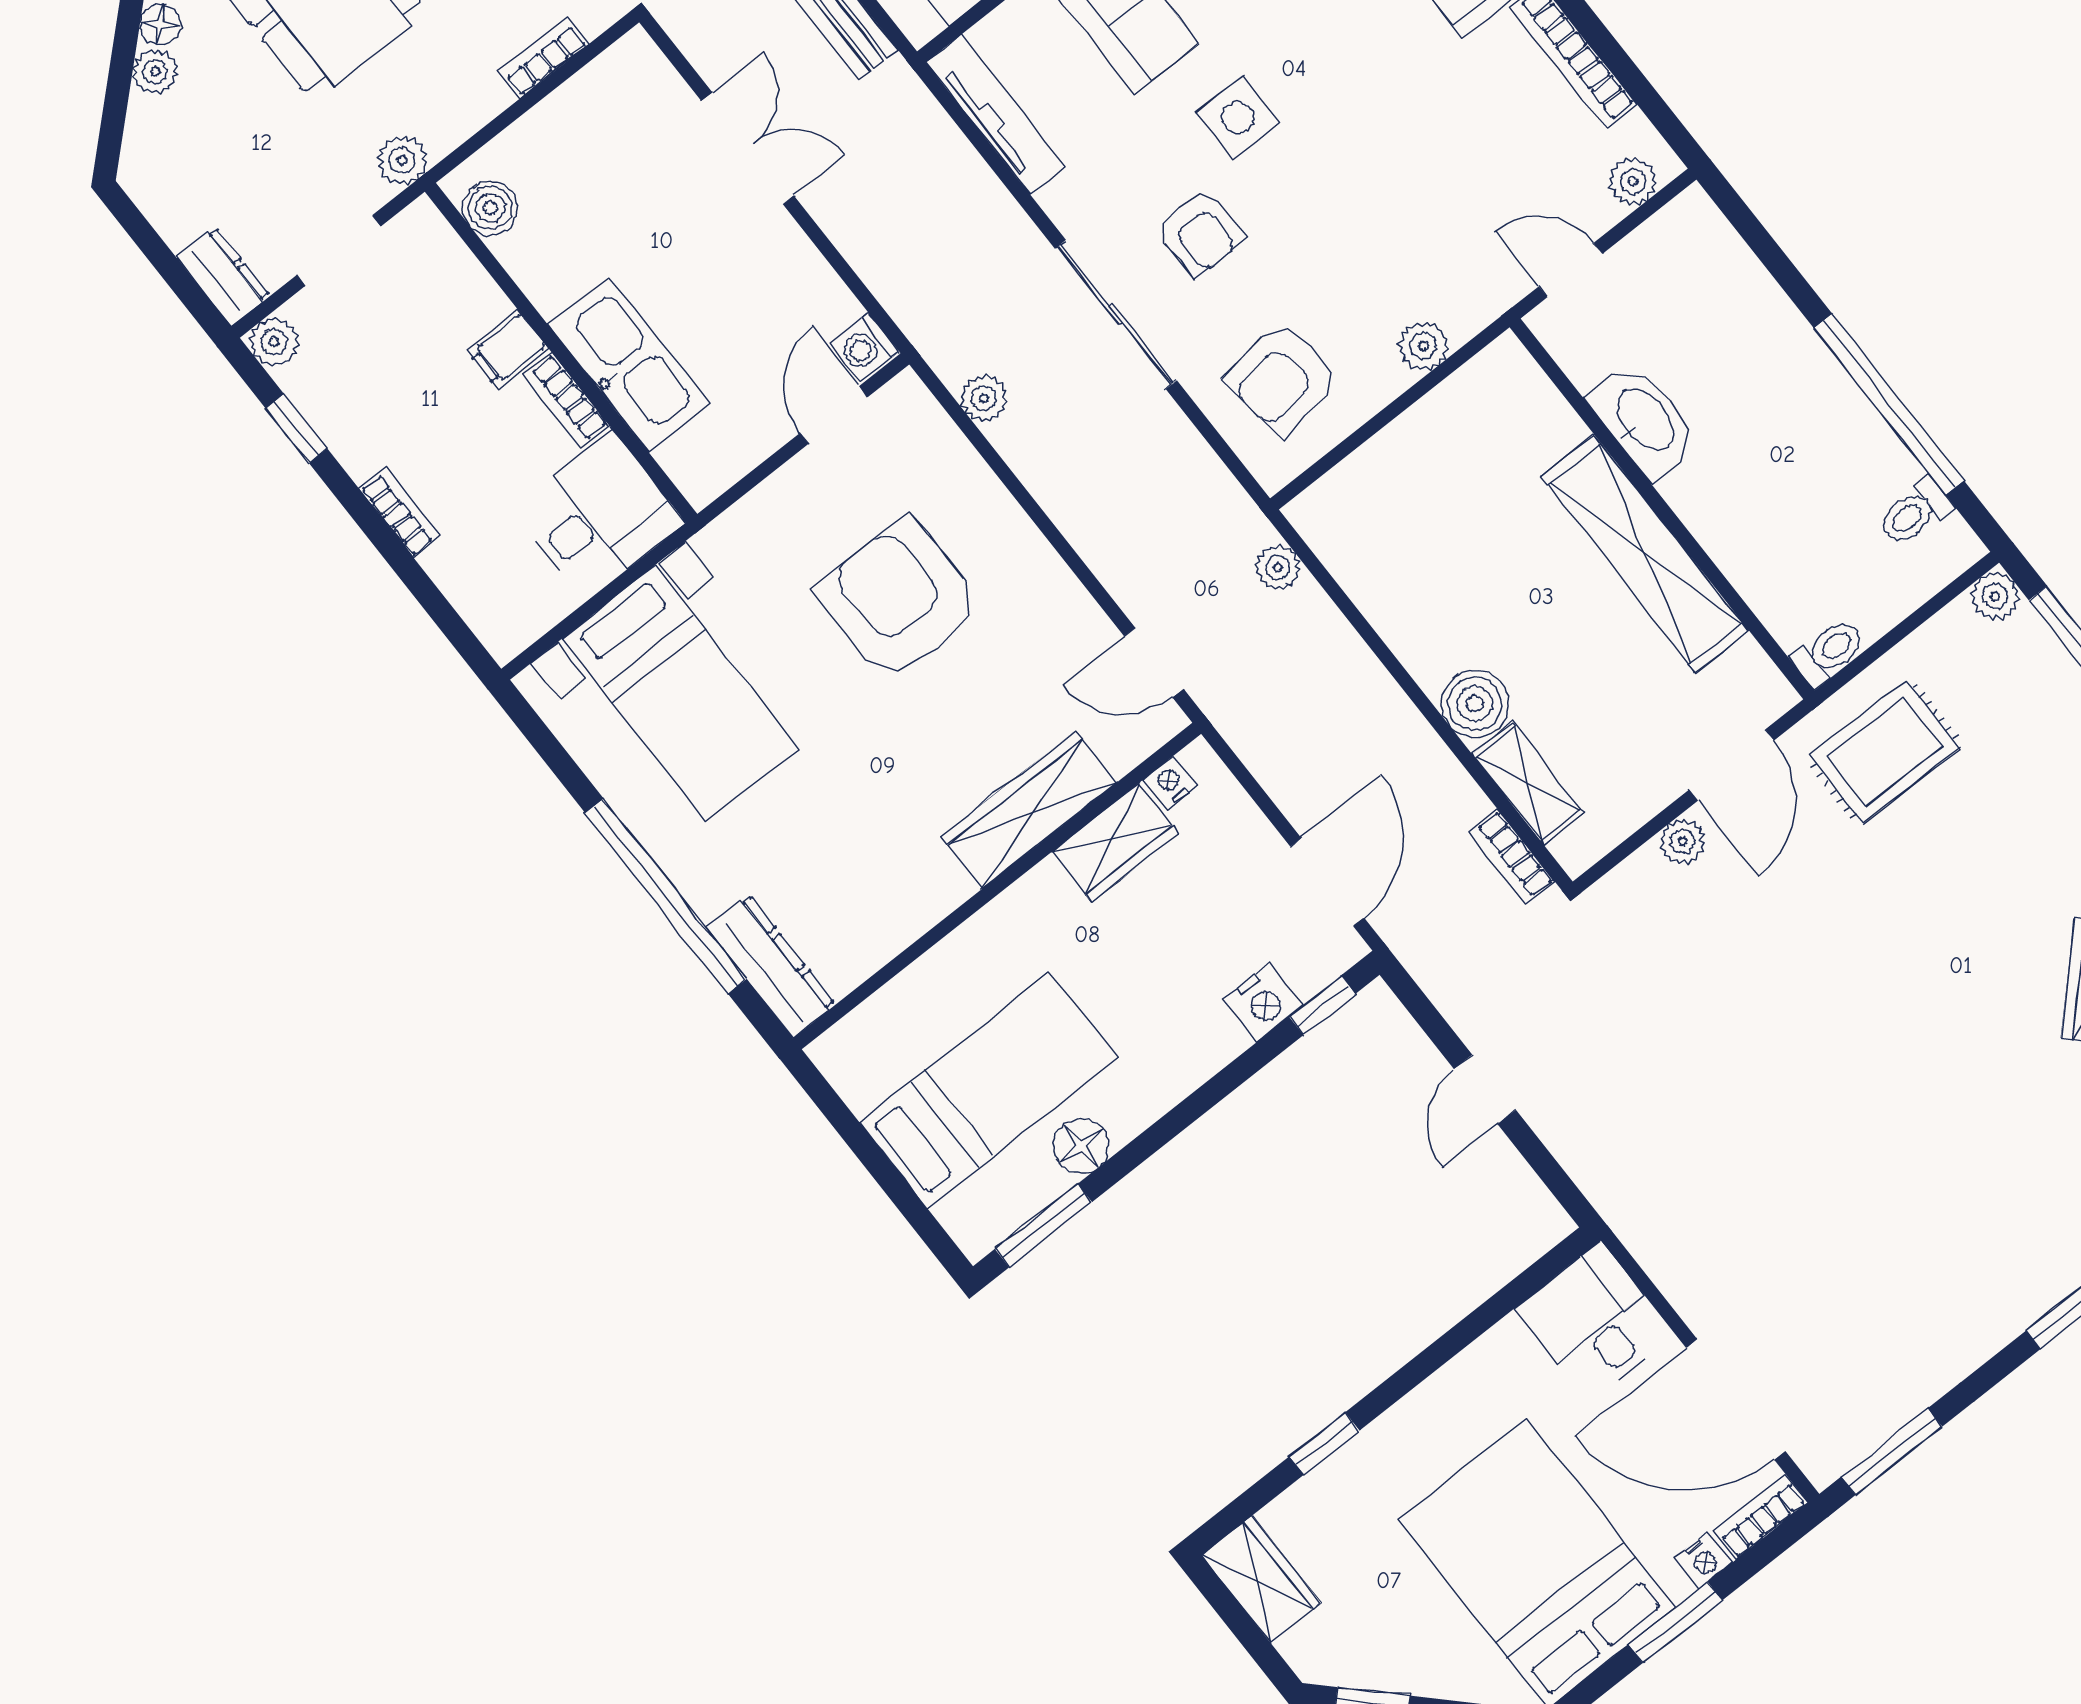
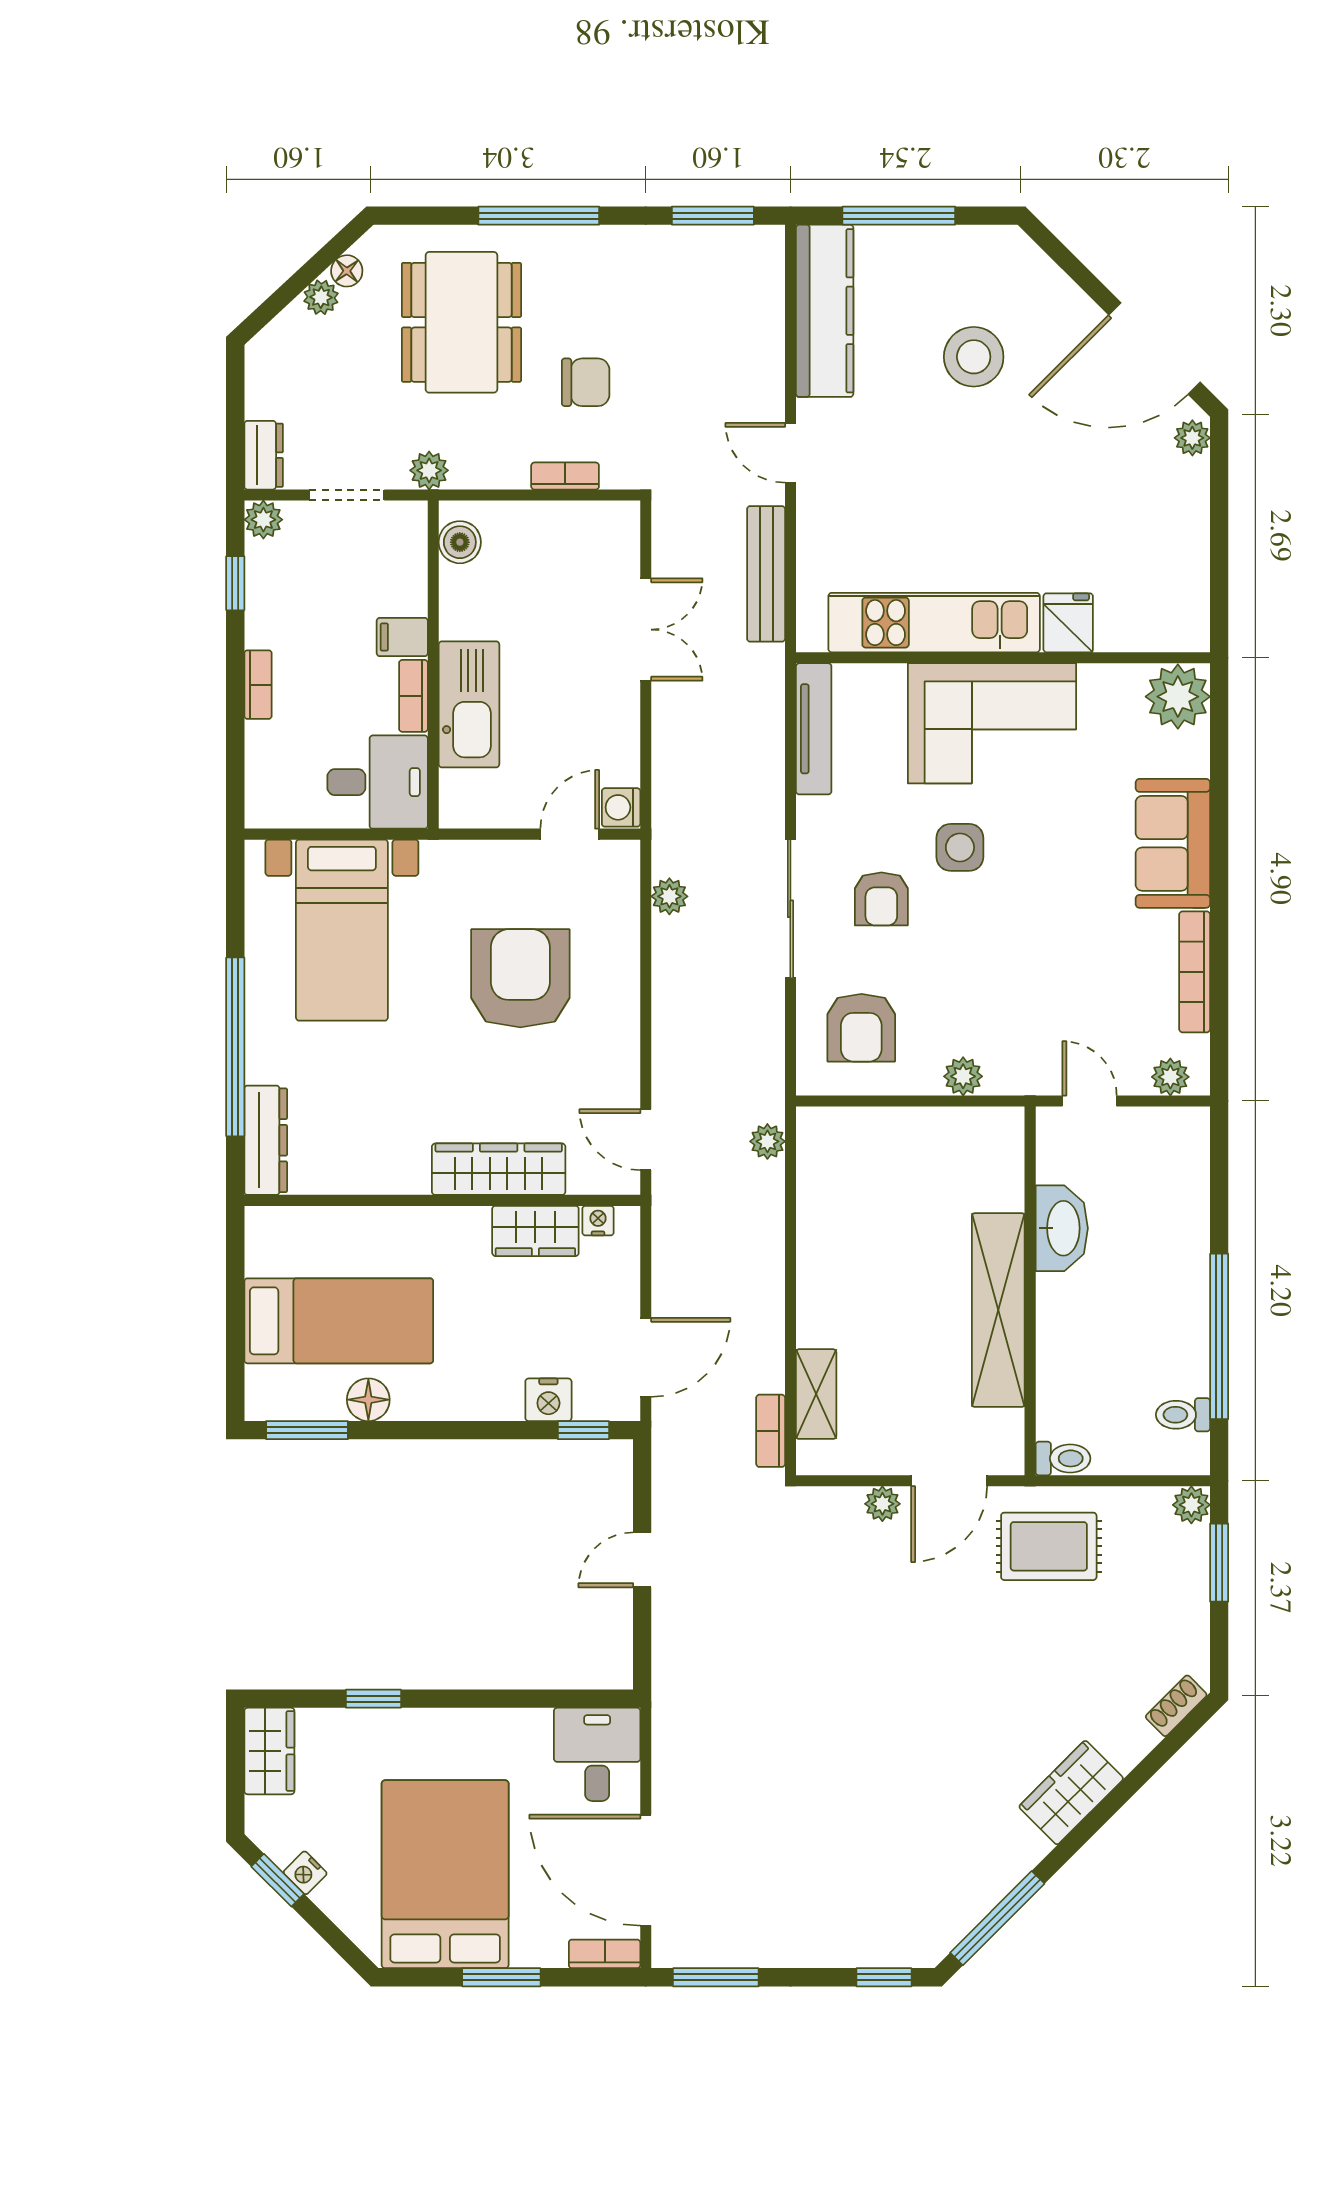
armchair: (1282, 378) -> (861, 1028), turned -82
boiler: (1475, 704) -> (822, 1320), removed
nightstand: (1703, 1560) -> (305, 1873), moved, turned 45

